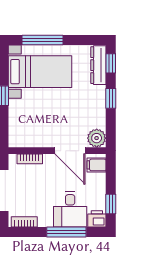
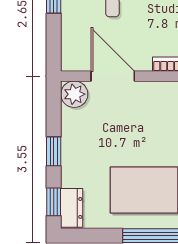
dresser: (98, 65) -> (72, 208), width x0.70
filing cabinet: (97, 165) -> (74, 55), removed

